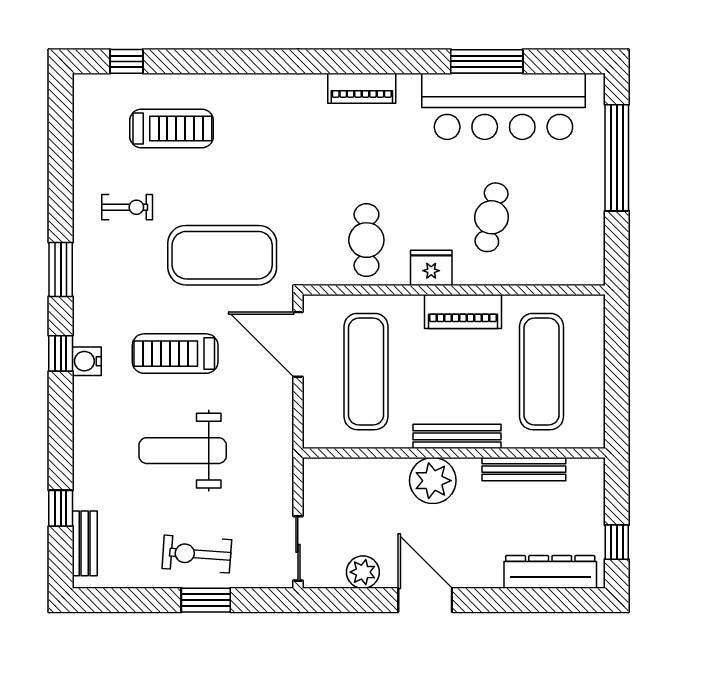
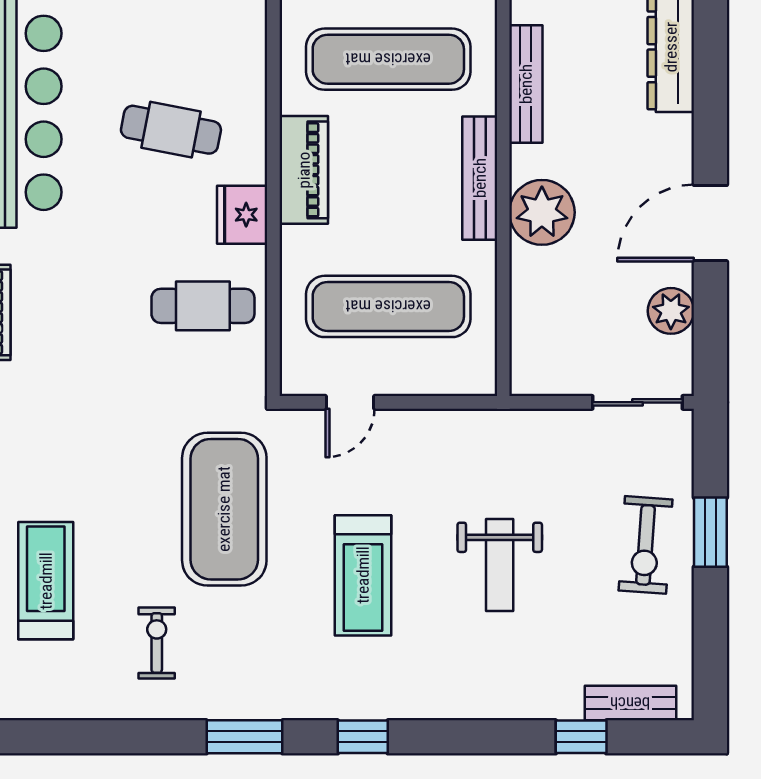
door: (298, 344) -> (350, 402), width x0.53
water cooler: (87, 361) -> (374, 700), removed
weight bench: (183, 451) -> (500, 565), width x0.73, depth x0.75

